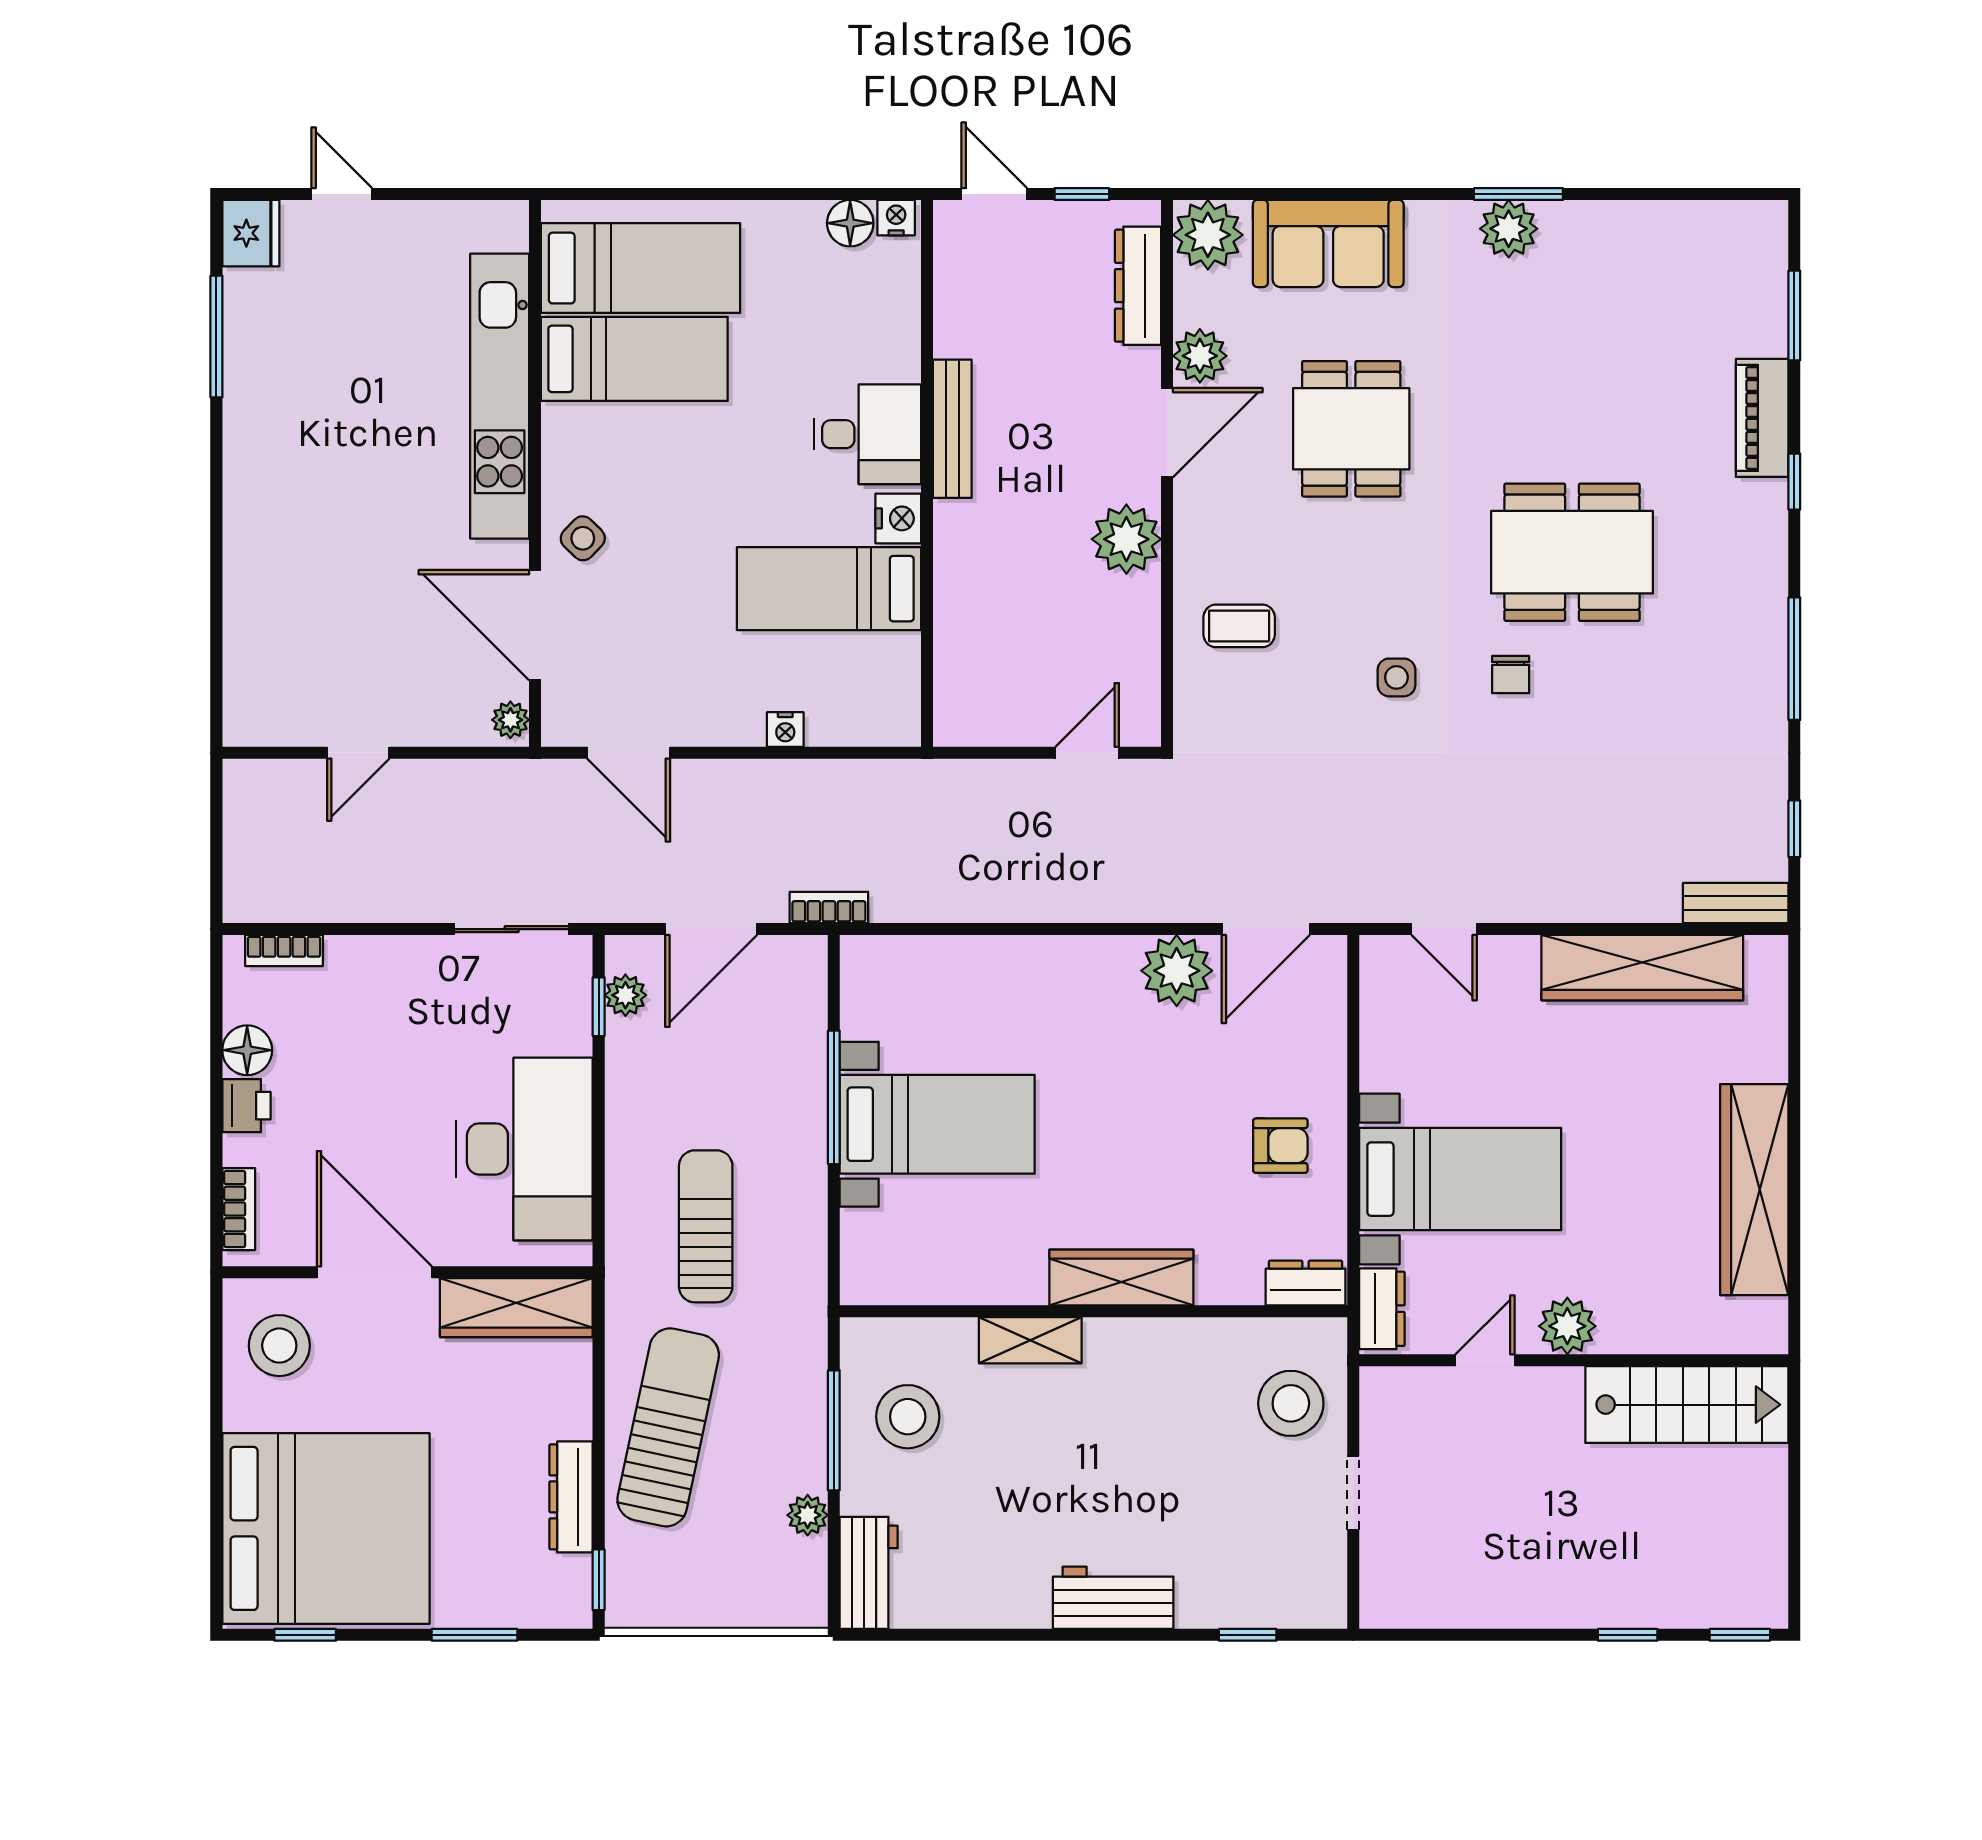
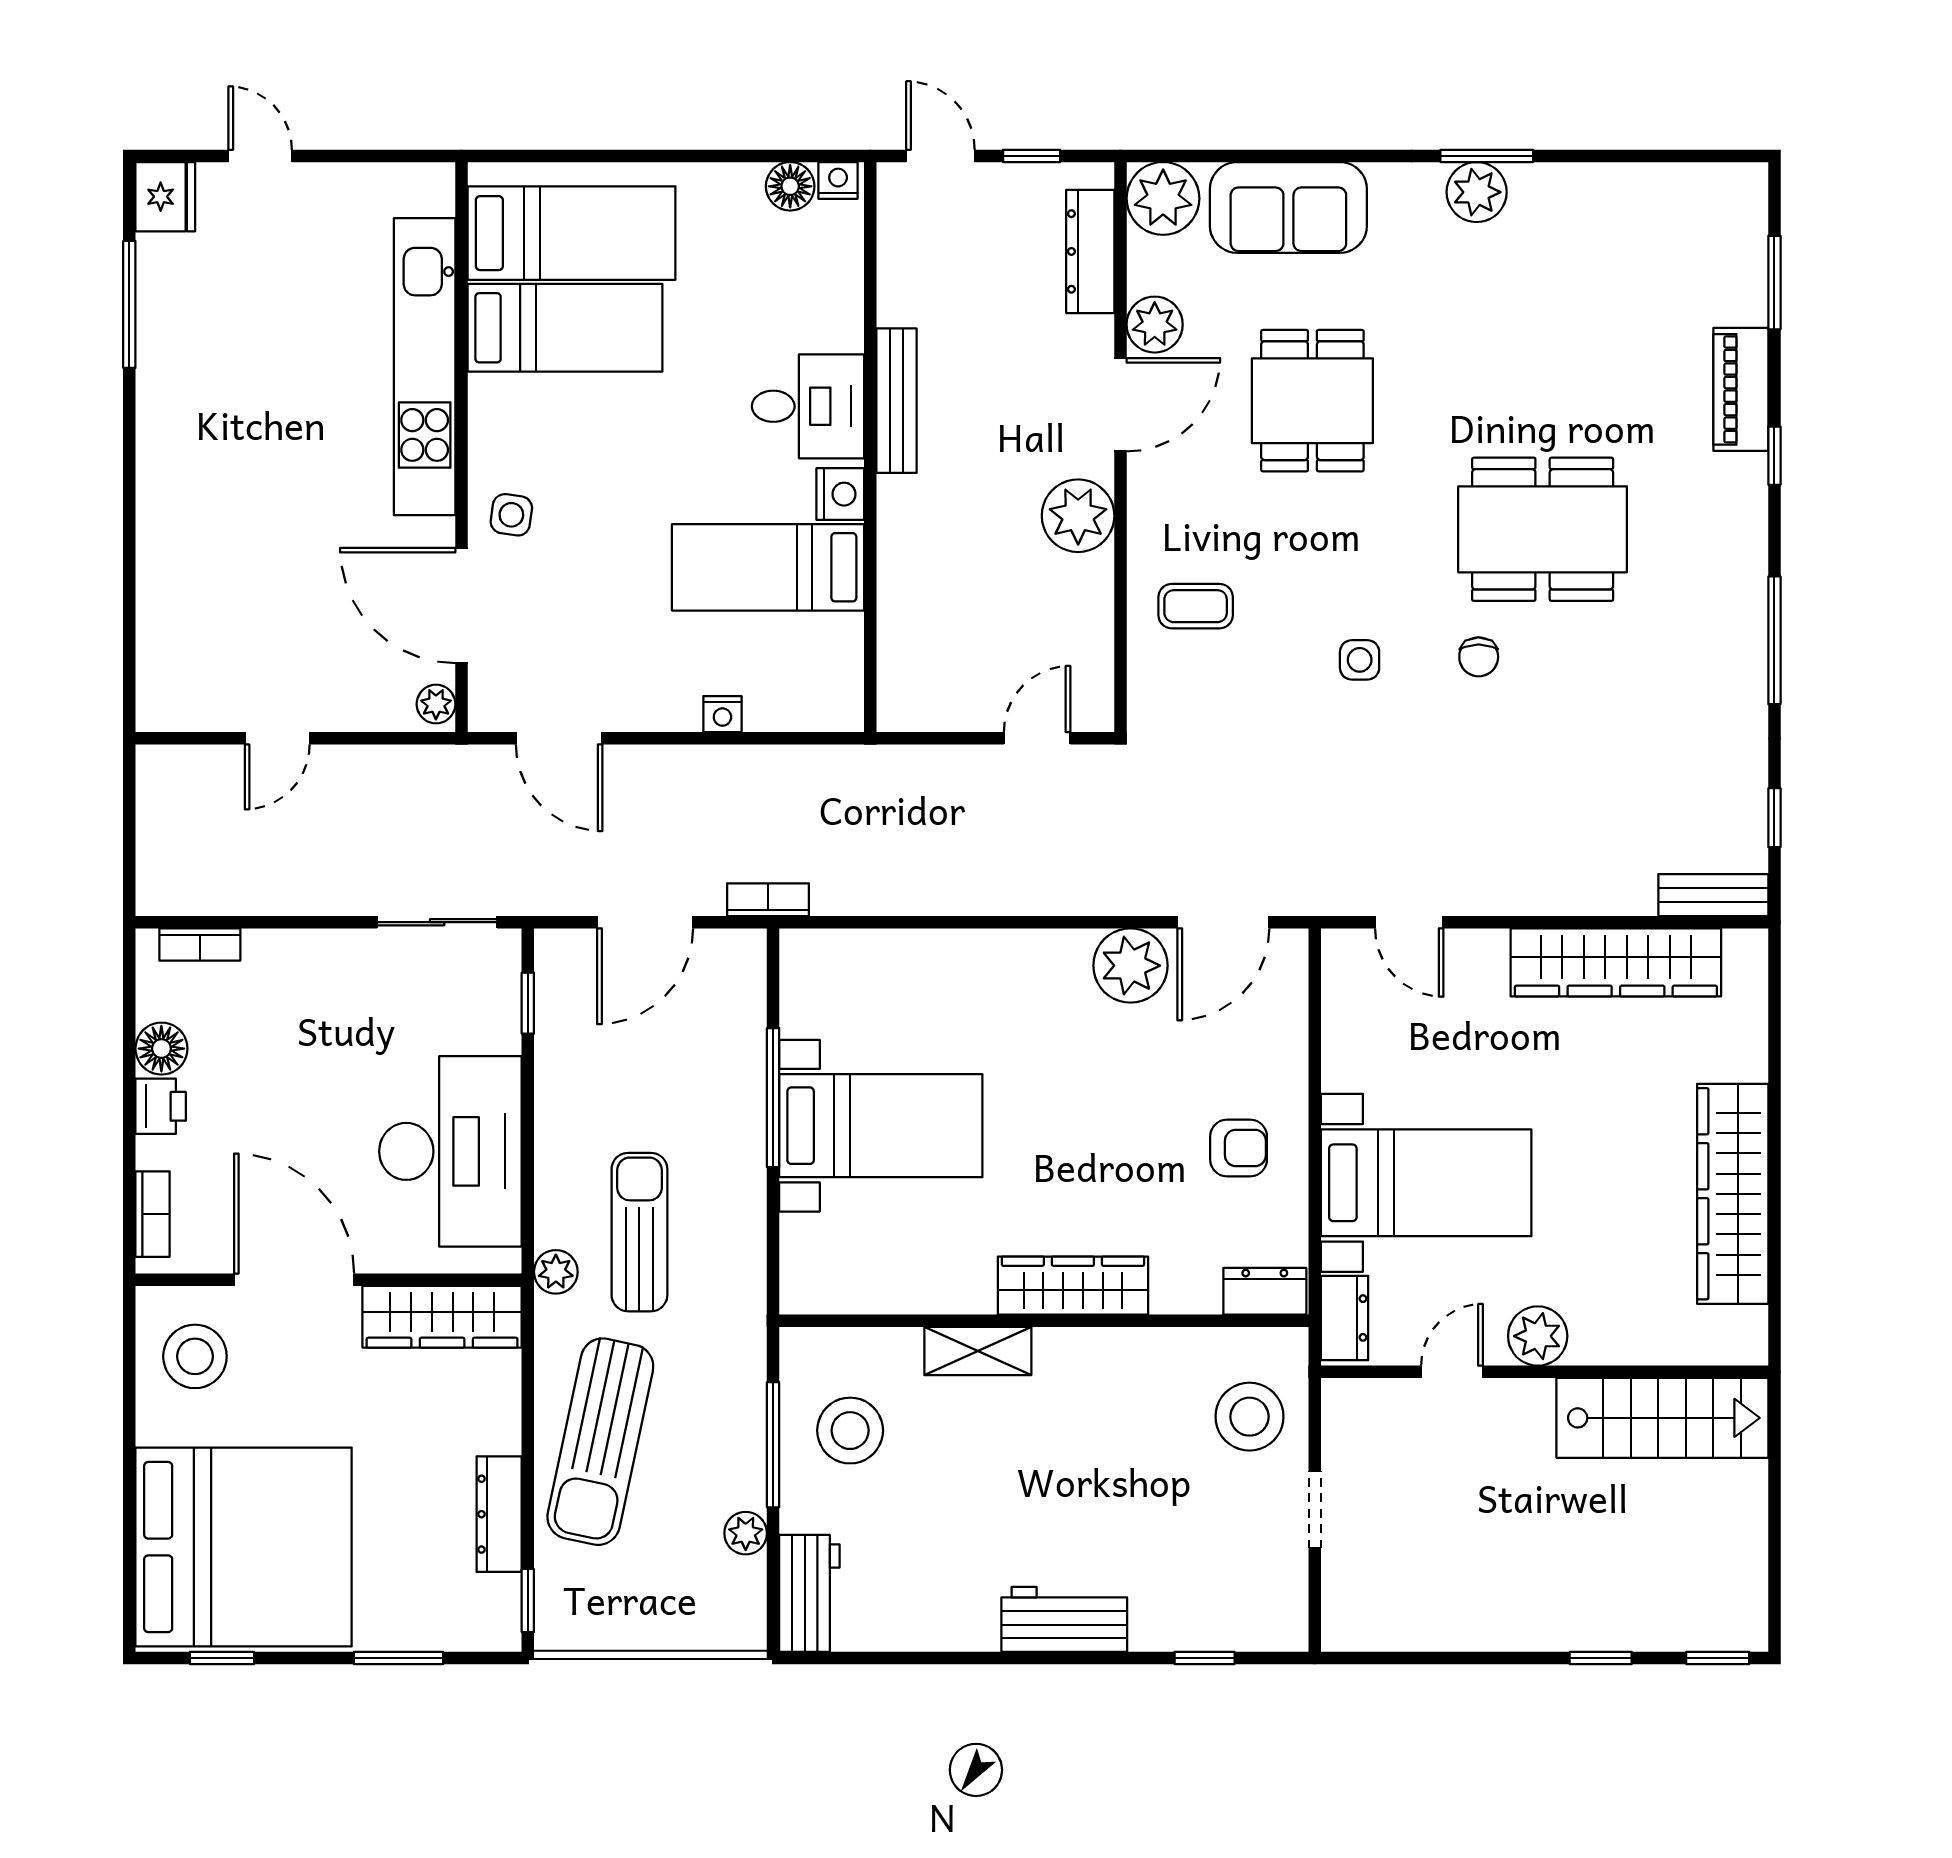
side table: (583, 538) -> (511, 515), turned -36
plant: (625, 995) -> (556, 1272), moved
sun lounger: (668, 1427) -> (600, 1442), turned 180

